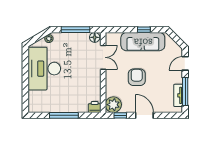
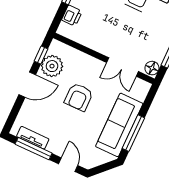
window: (144, 30) -> (133, 133), width x2.17
armchair: (137, 77) -> (79, 97), turned 90
plant: (113, 105) -> (52, 66), moved
printer: (95, 107) -> (72, 16), moved

